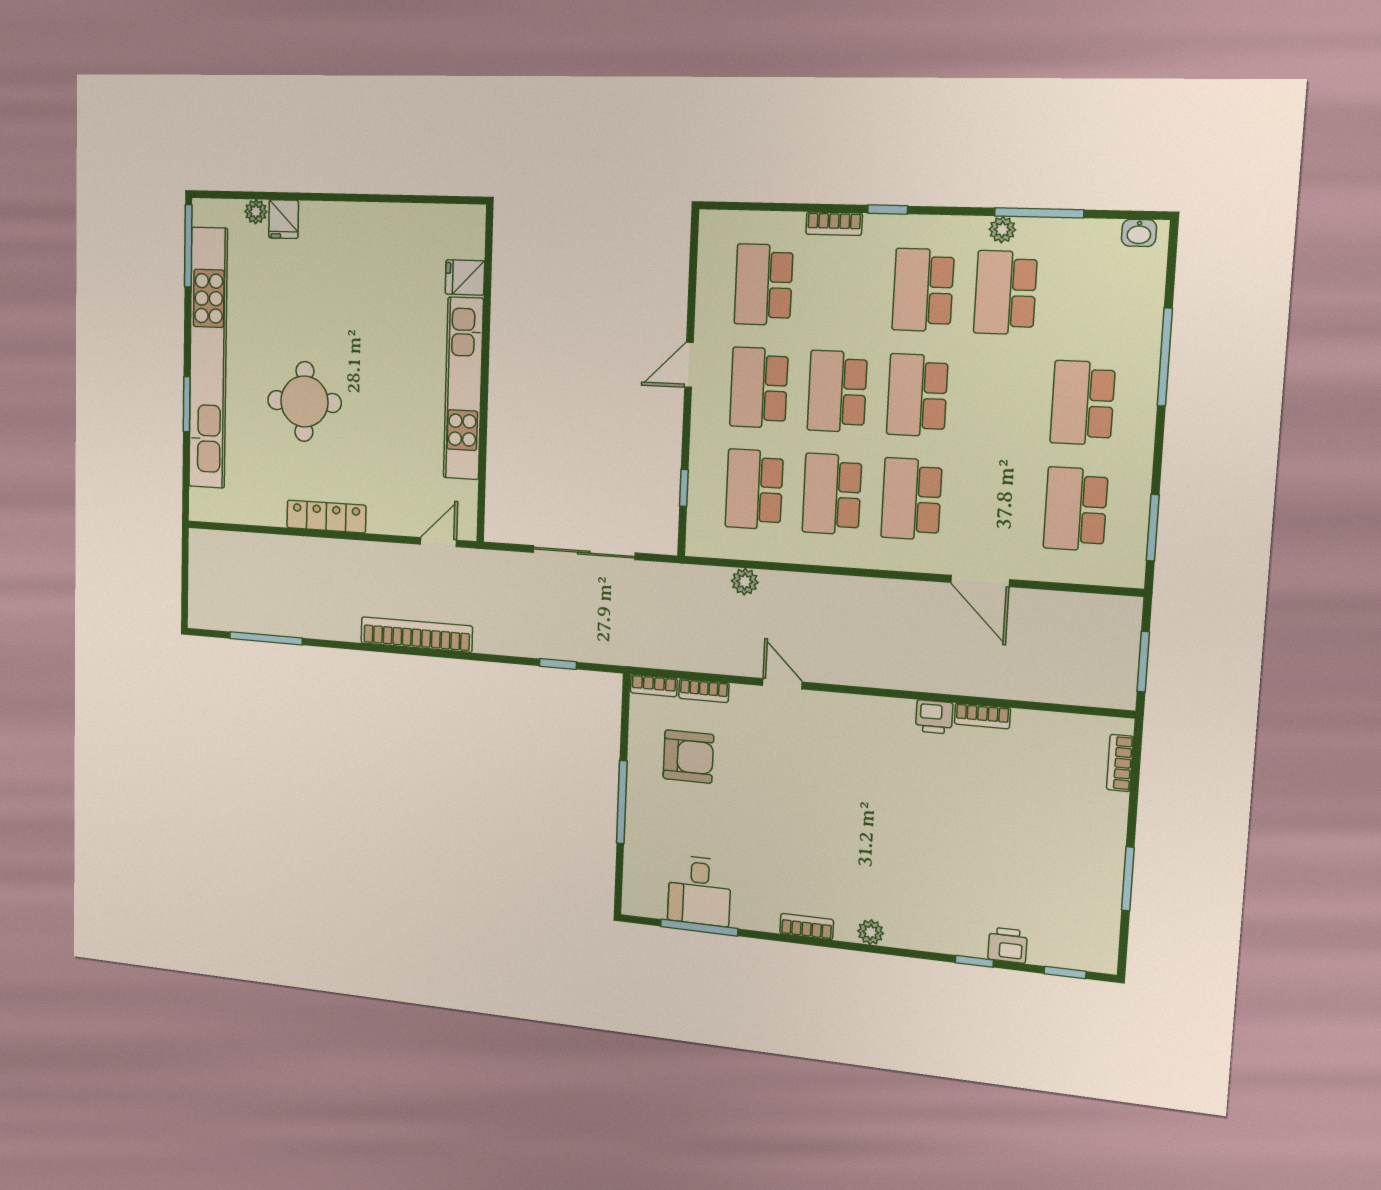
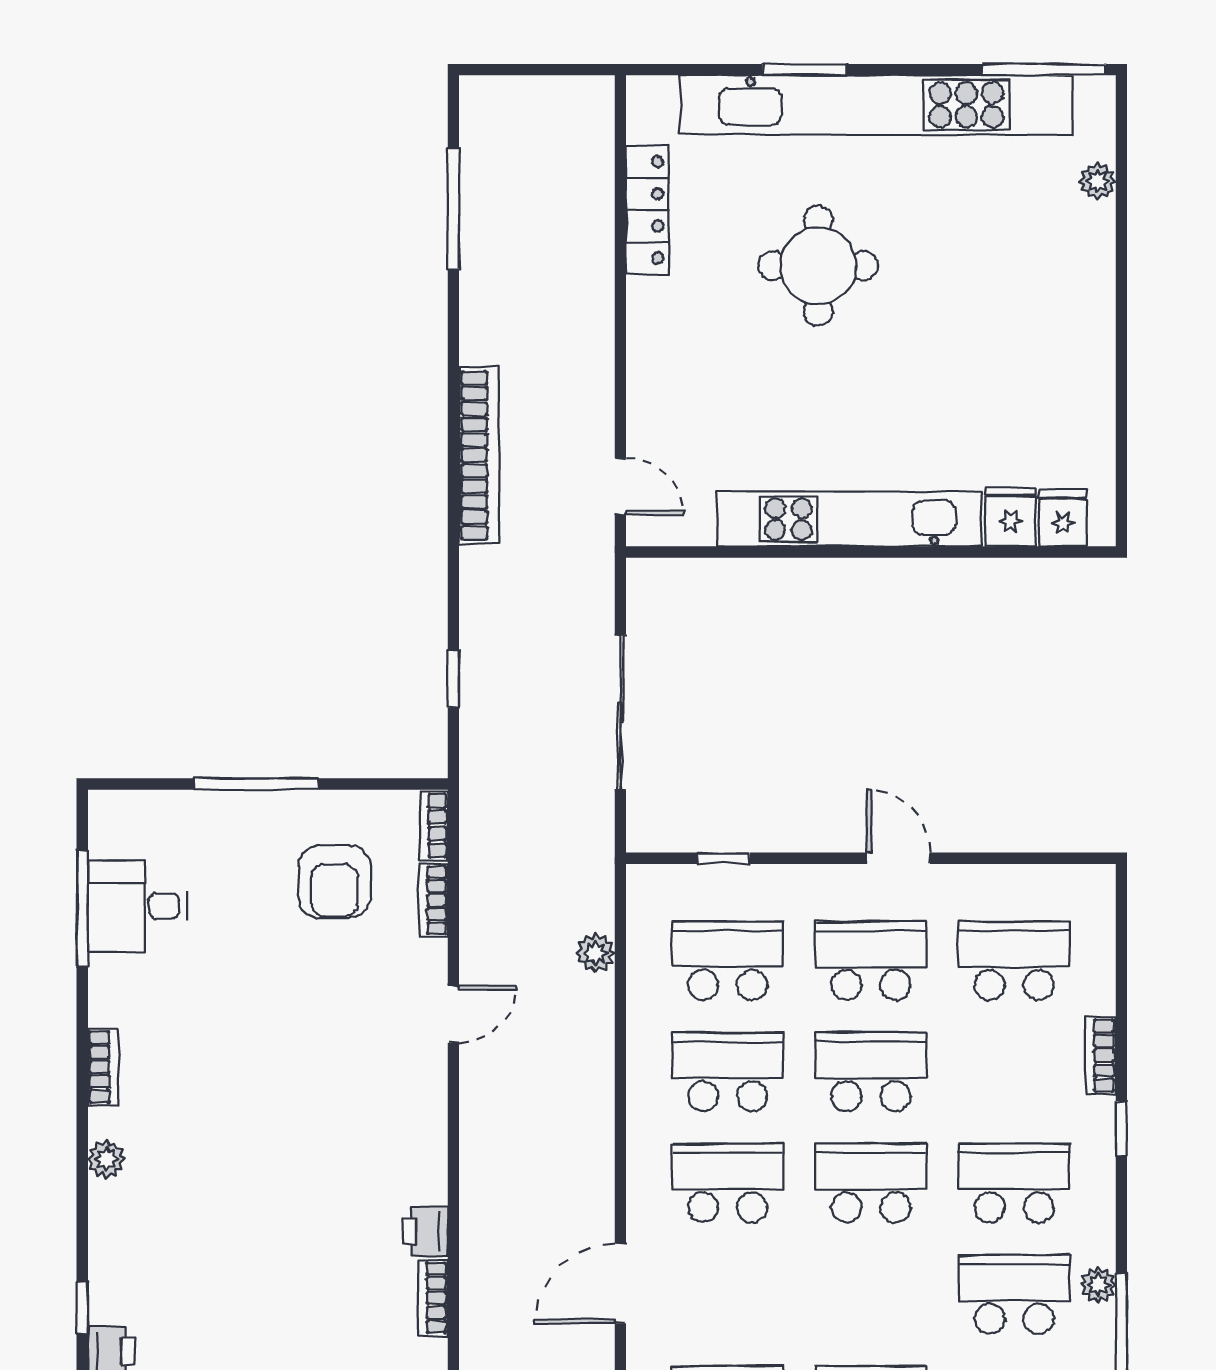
fridge: (284, 219) -> (1063, 518), moved, turned 90
locker: (326, 516) -> (647, 210), moved

